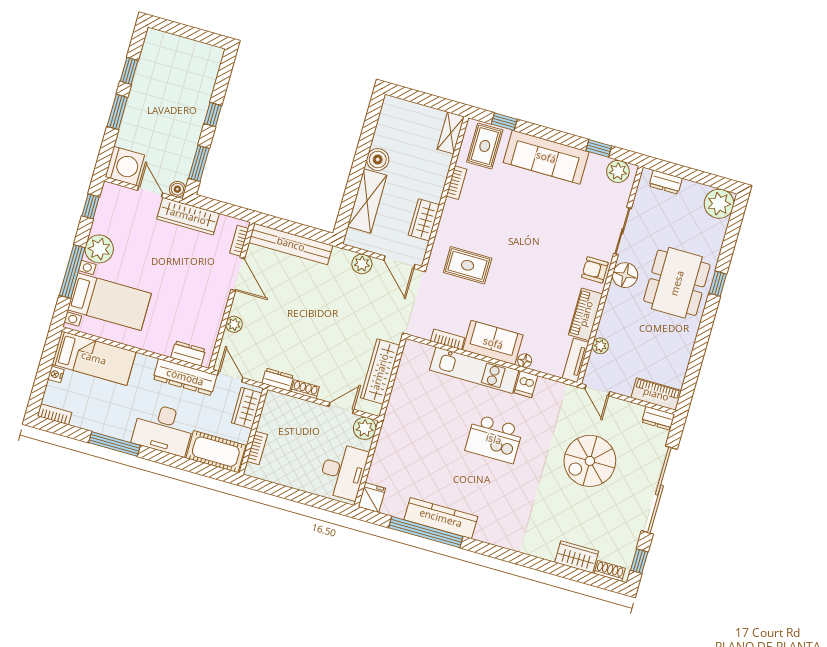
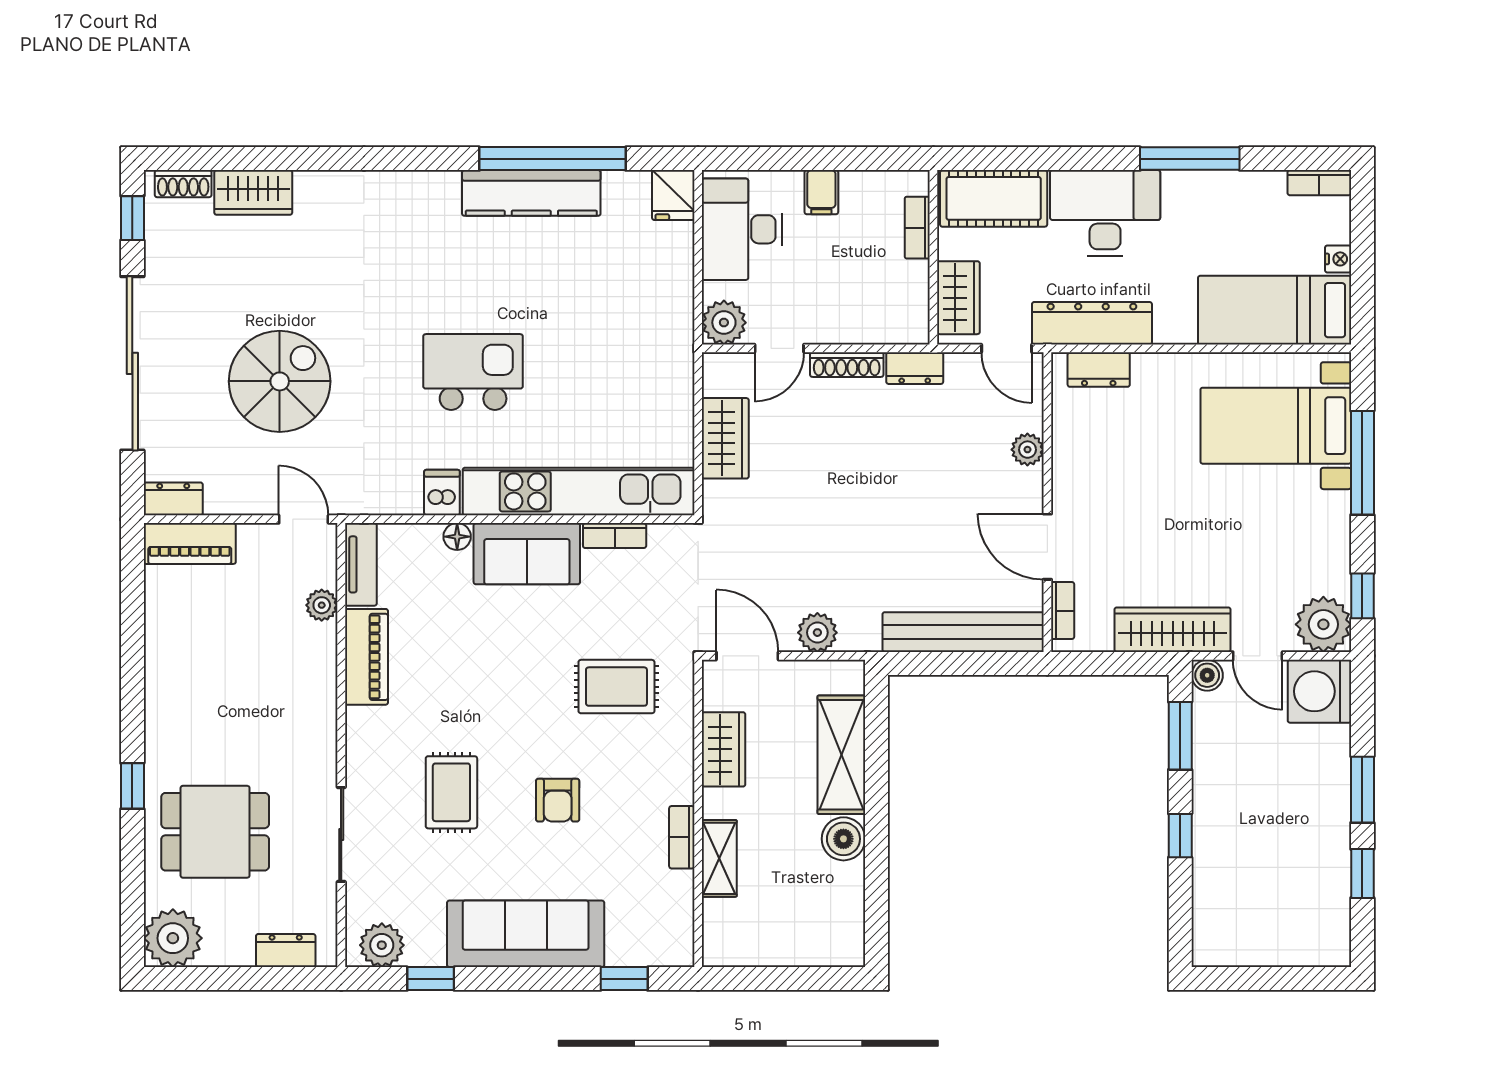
shelving: (451, 133) -> (719, 858), moved
rug: (485, 146) -> (451, 792), moved
plant: (99, 249) -> (1323, 624), moved
armchair: (595, 270) -> (558, 800), moved, turned 90
floor lamp: (625, 275) -> (313, 752), removed
dining table: (677, 283) -> (215, 832), moved, width x0.73
kitchen unit: (474, 370) -> (579, 491), width x1.36
wardrobe: (380, 372) -> (725, 438), width x0.67
shoe rack: (305, 389) -> (847, 365), width x1.43
filing cabinet: (299, 478) -> (821, 192), added

